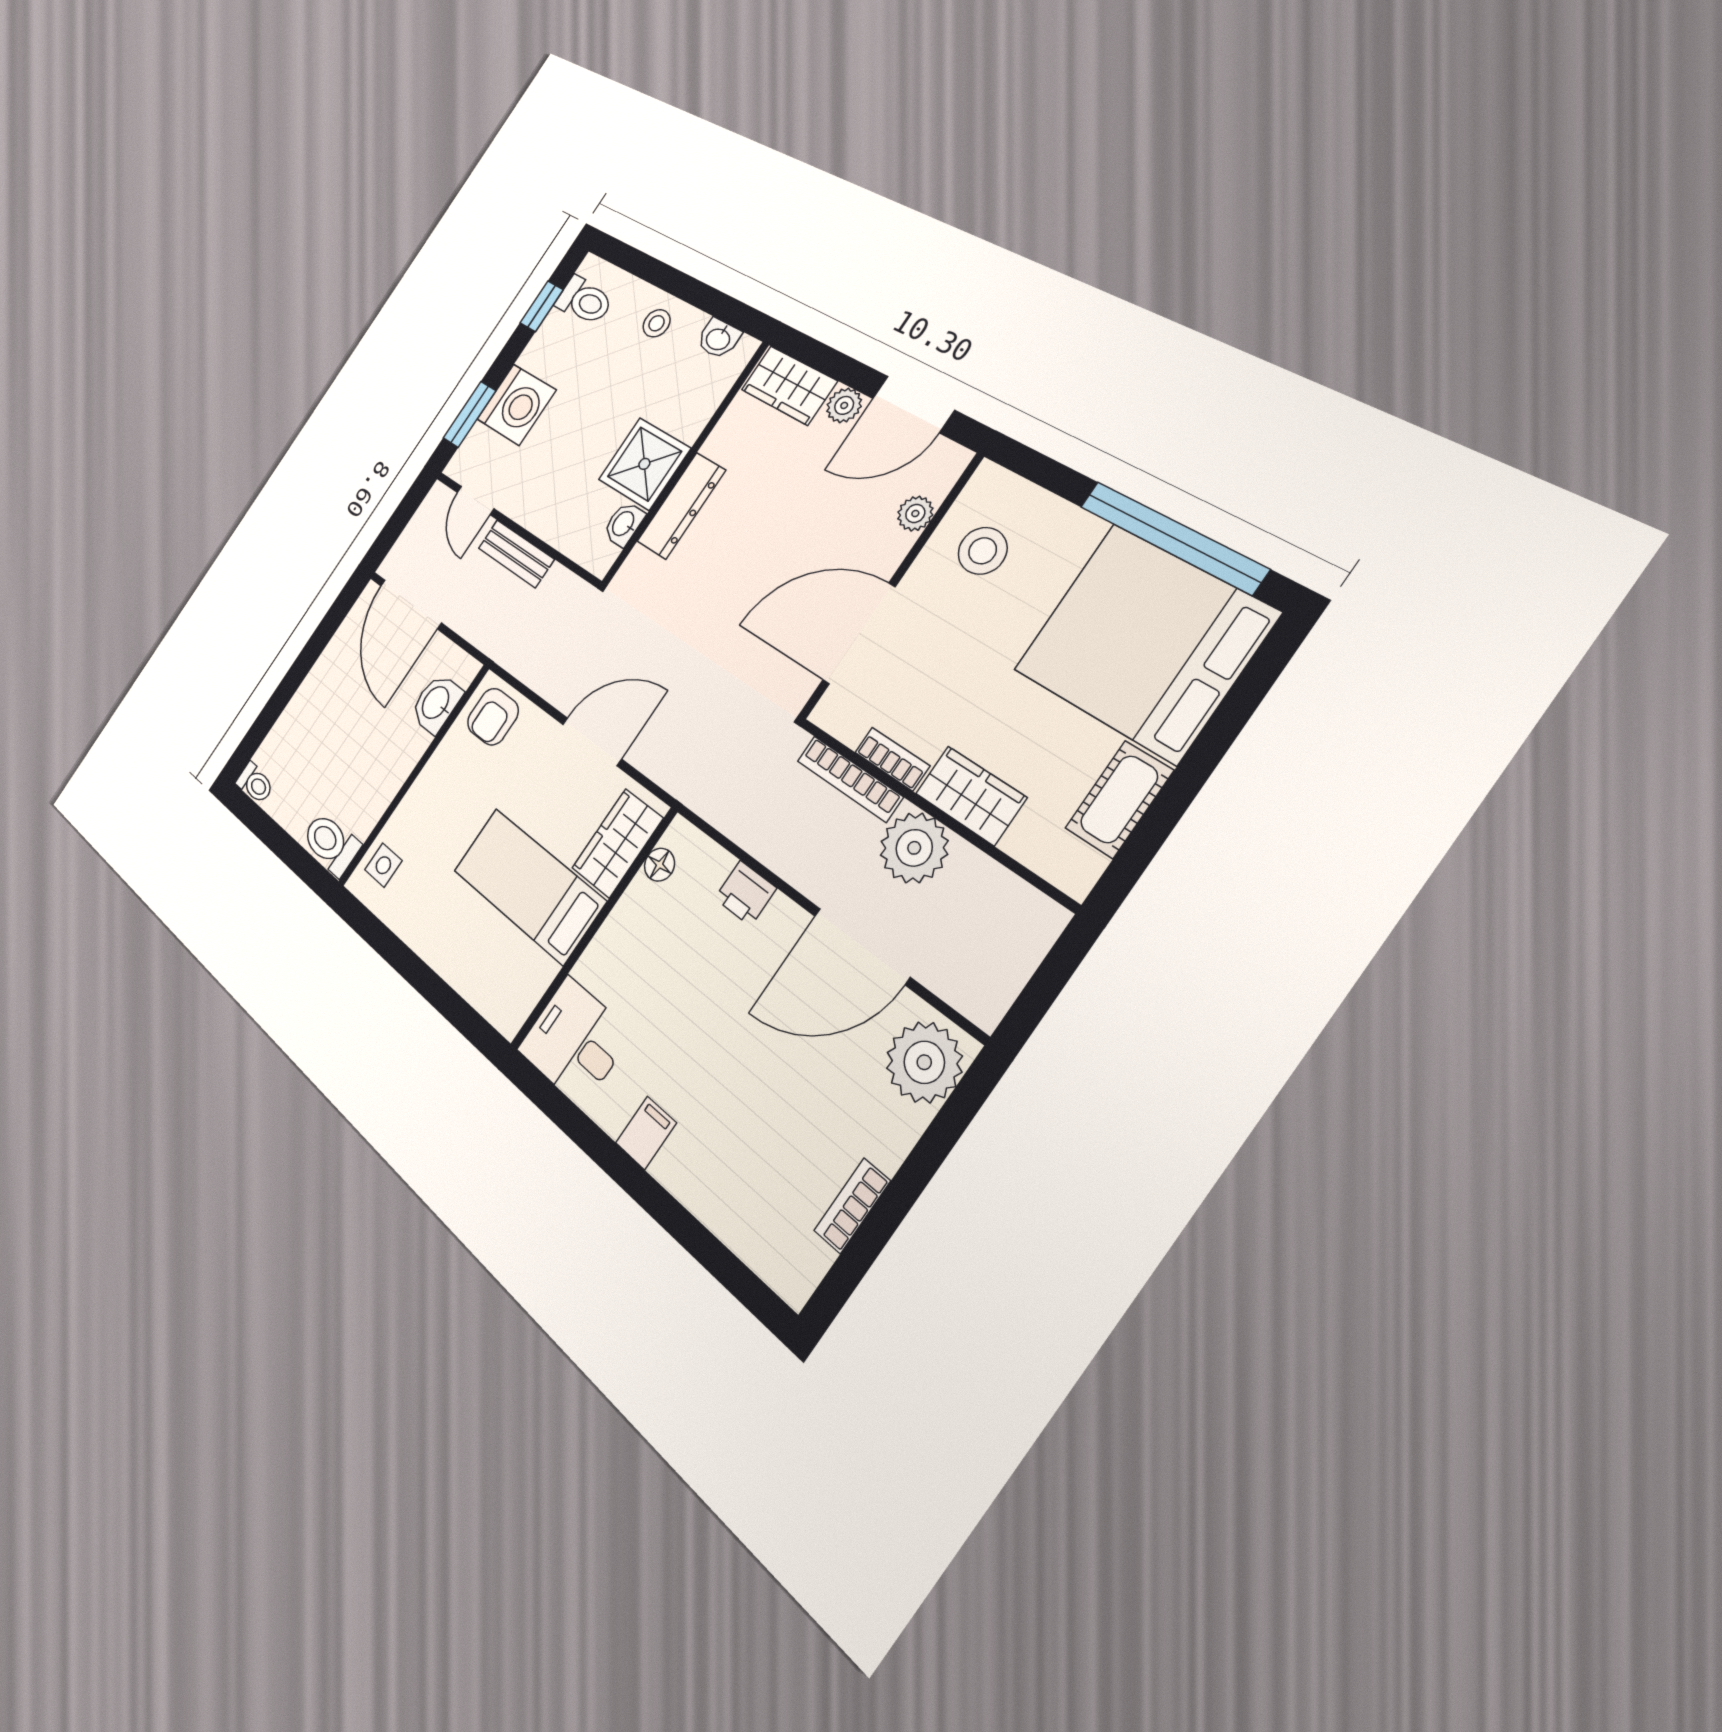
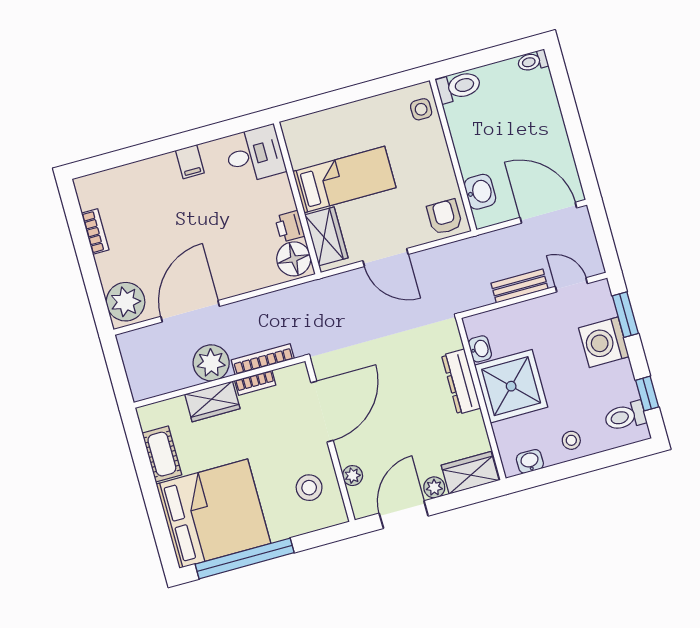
shower: (644, 464) -> (511, 386), width x1.37, depth x1.37
door: (592, 741) -> (386, 258), hinge flipped
floor lamp: (659, 865) -> (294, 259), width x1.89, depth x1.89
printer: (745, 893) -> (290, 226), moved, turned -90

